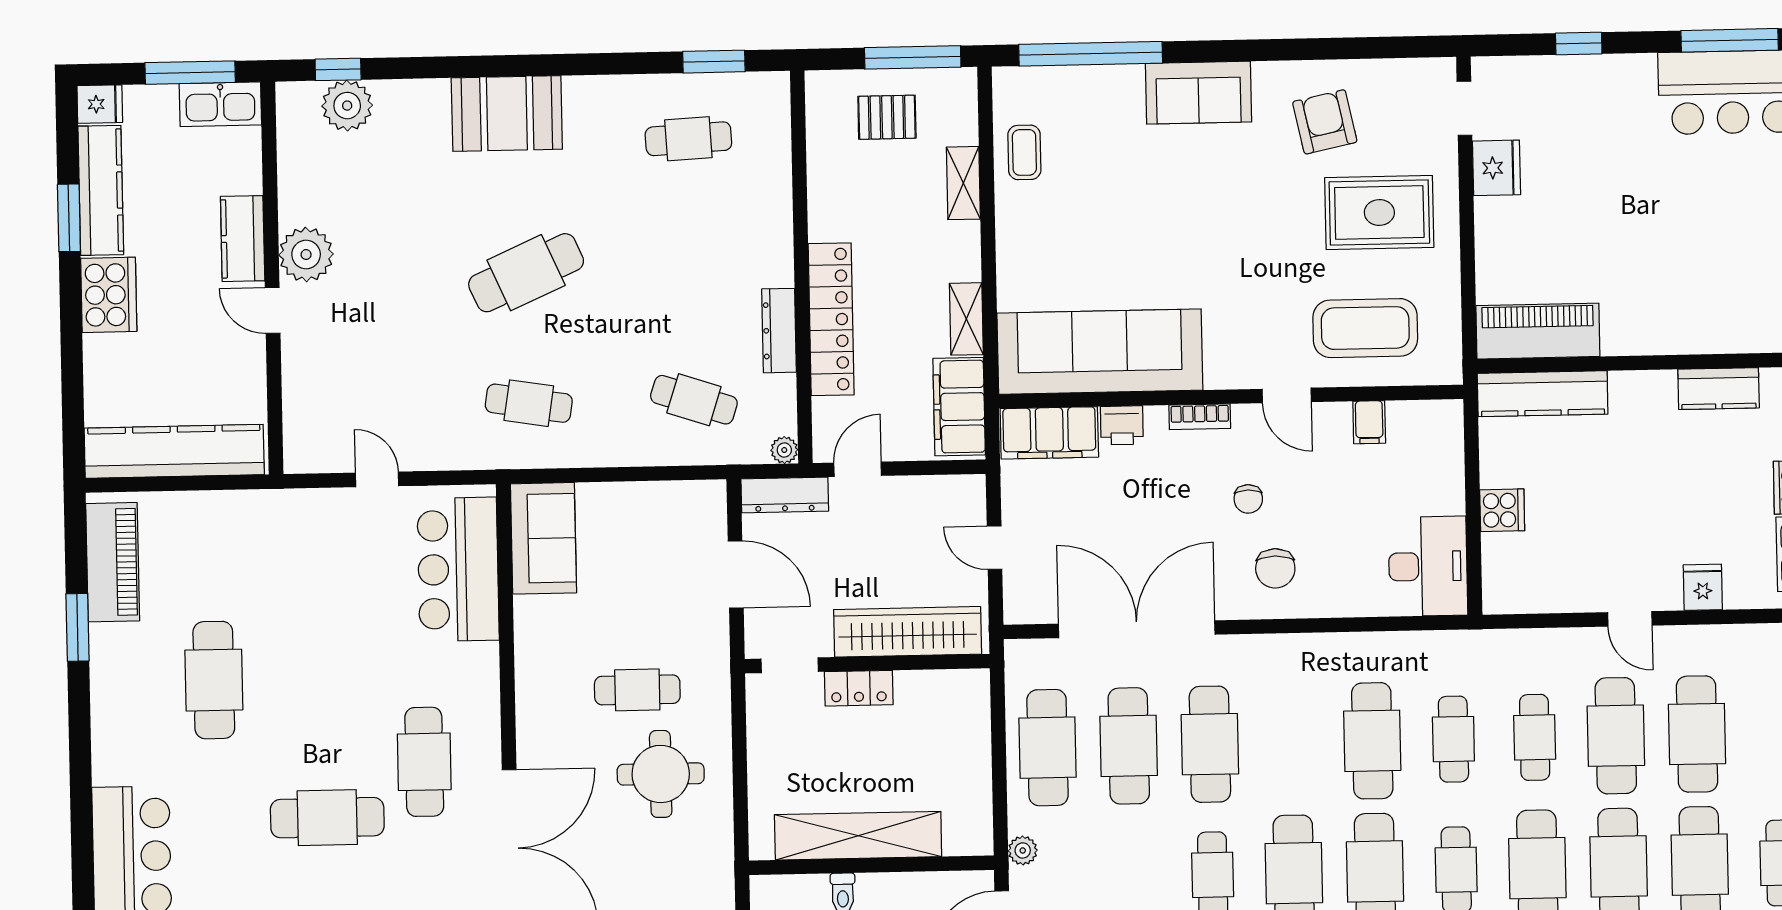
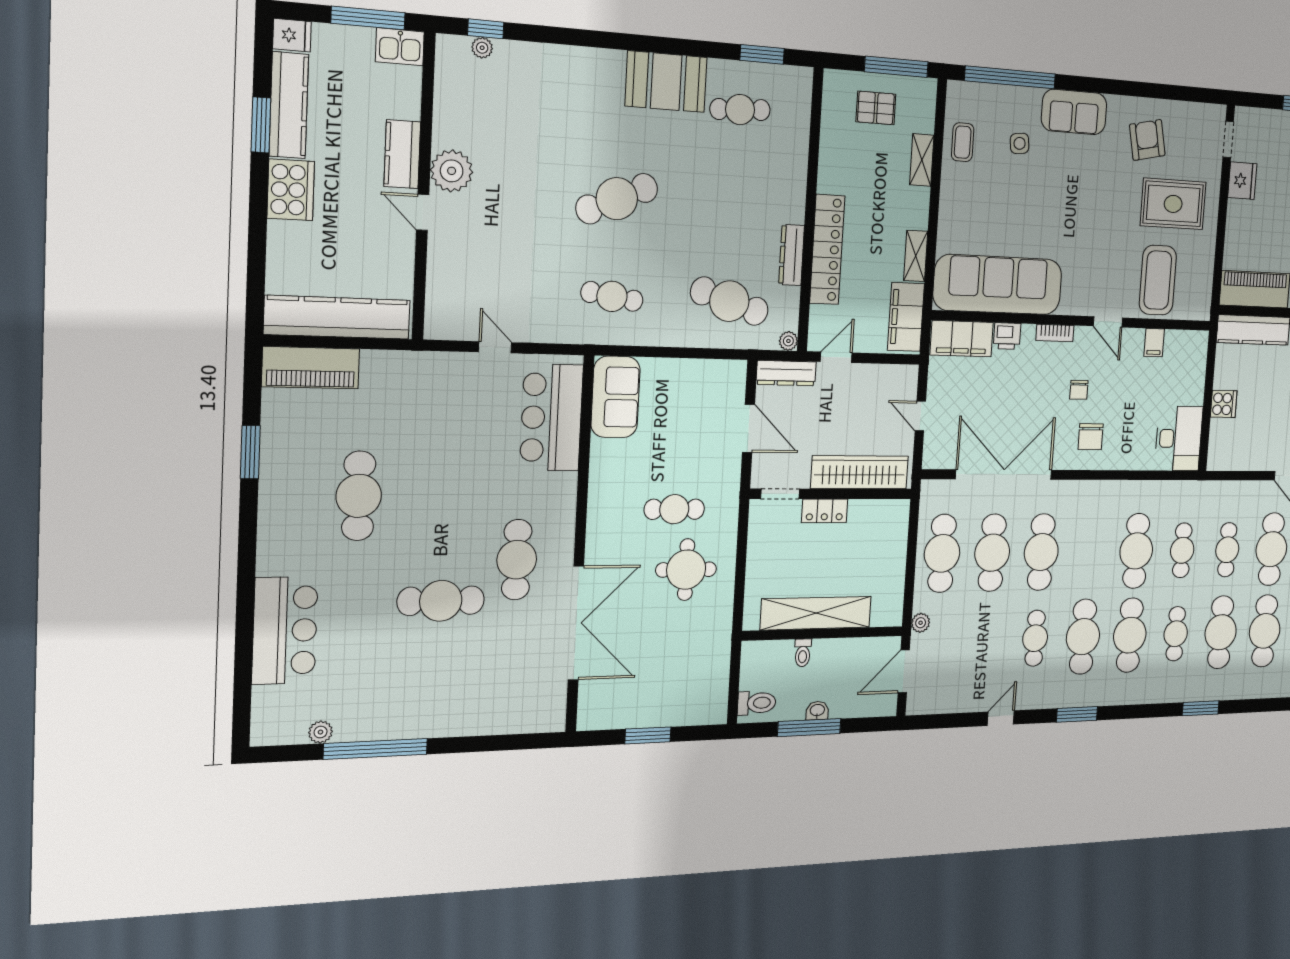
kitchen sink: (220, 104) -> (400, 47), width x0.73
plant: (347, 106) -> (482, 48), width x0.53, depth x0.53
booth: (507, 114) -> (666, 82), moved
side table: (1115, 146) -> (1020, 143), added
coffee table: (1365, 328) -> (1158, 280), turned 90
cafe table: (694, 400) -> (729, 301), width x1.37, depth x1.35
piano: (113, 562) -> (311, 368), moved, turned 90

